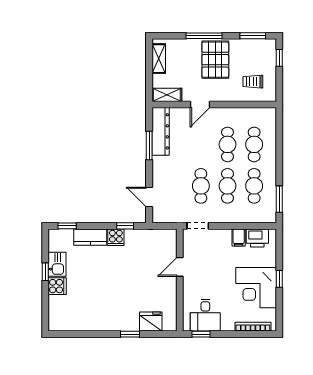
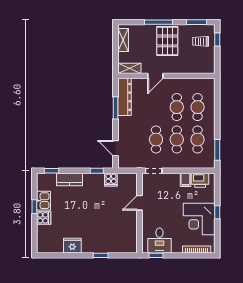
trolley: (253, 82) -> (201, 41), moved
cooker: (116, 237) -> (111, 180), moved
fridge: (151, 322) -> (72, 246), moved

